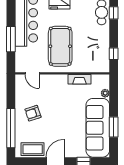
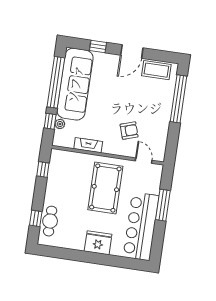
window: (114, 94) -> (50, 121), added
armchair: (33, 113) -> (129, 131), moved
window: (114, 127) -> (56, 82), width x2.11

